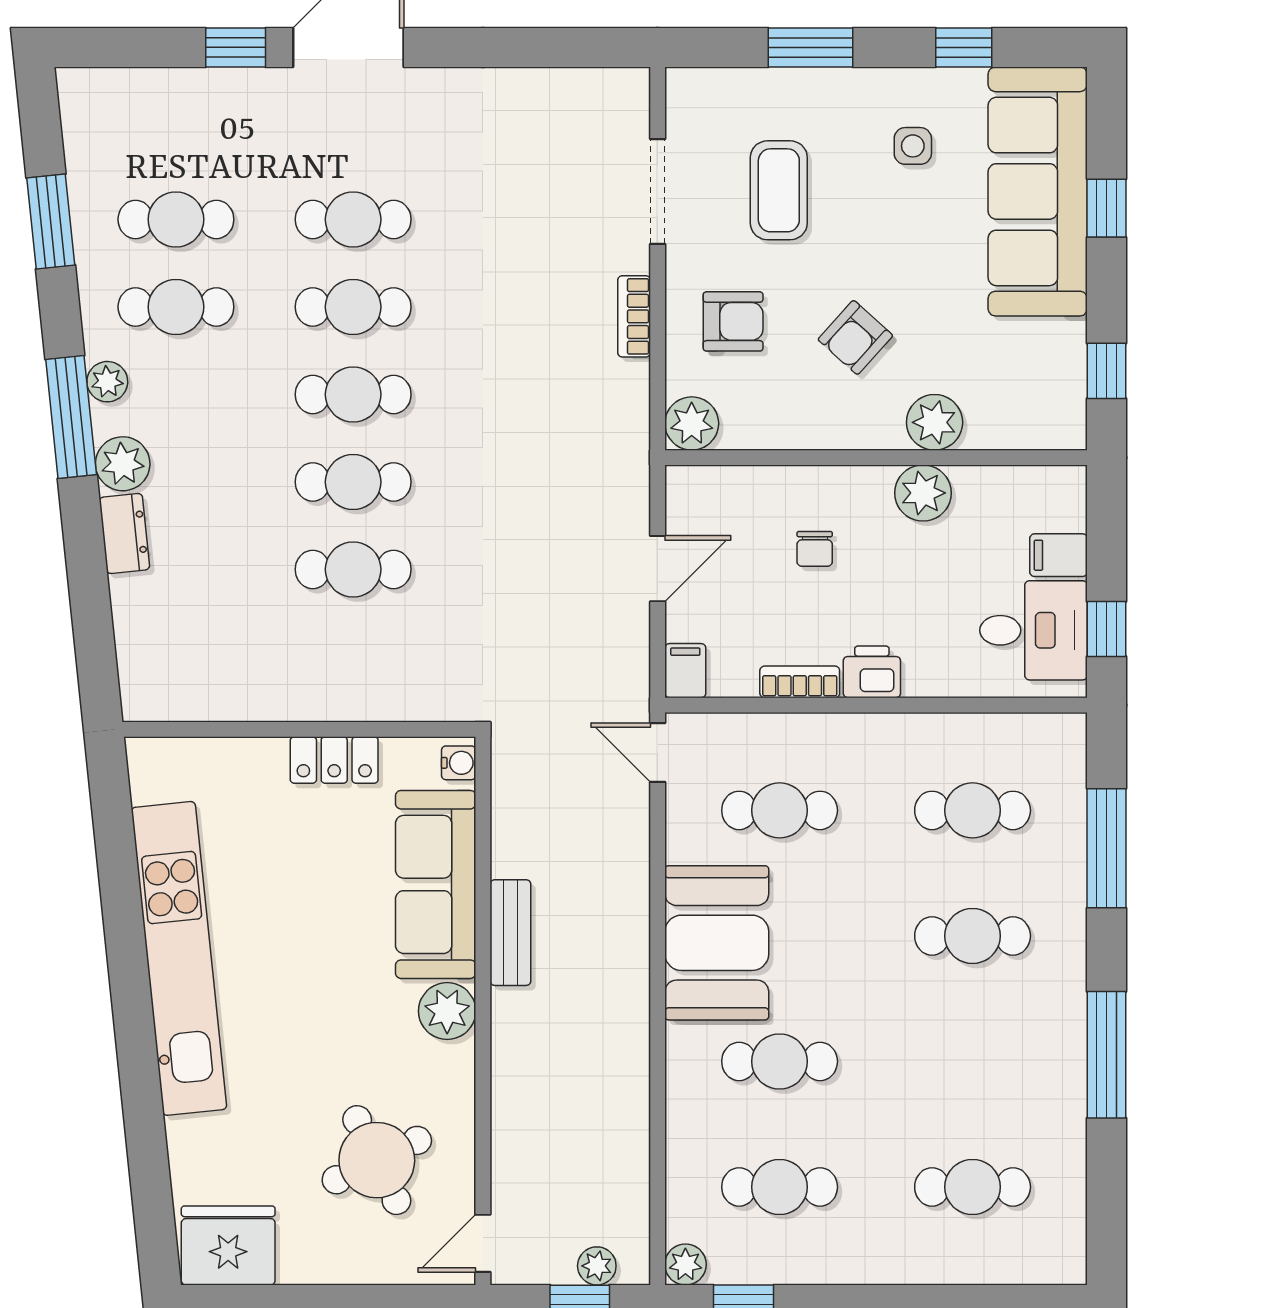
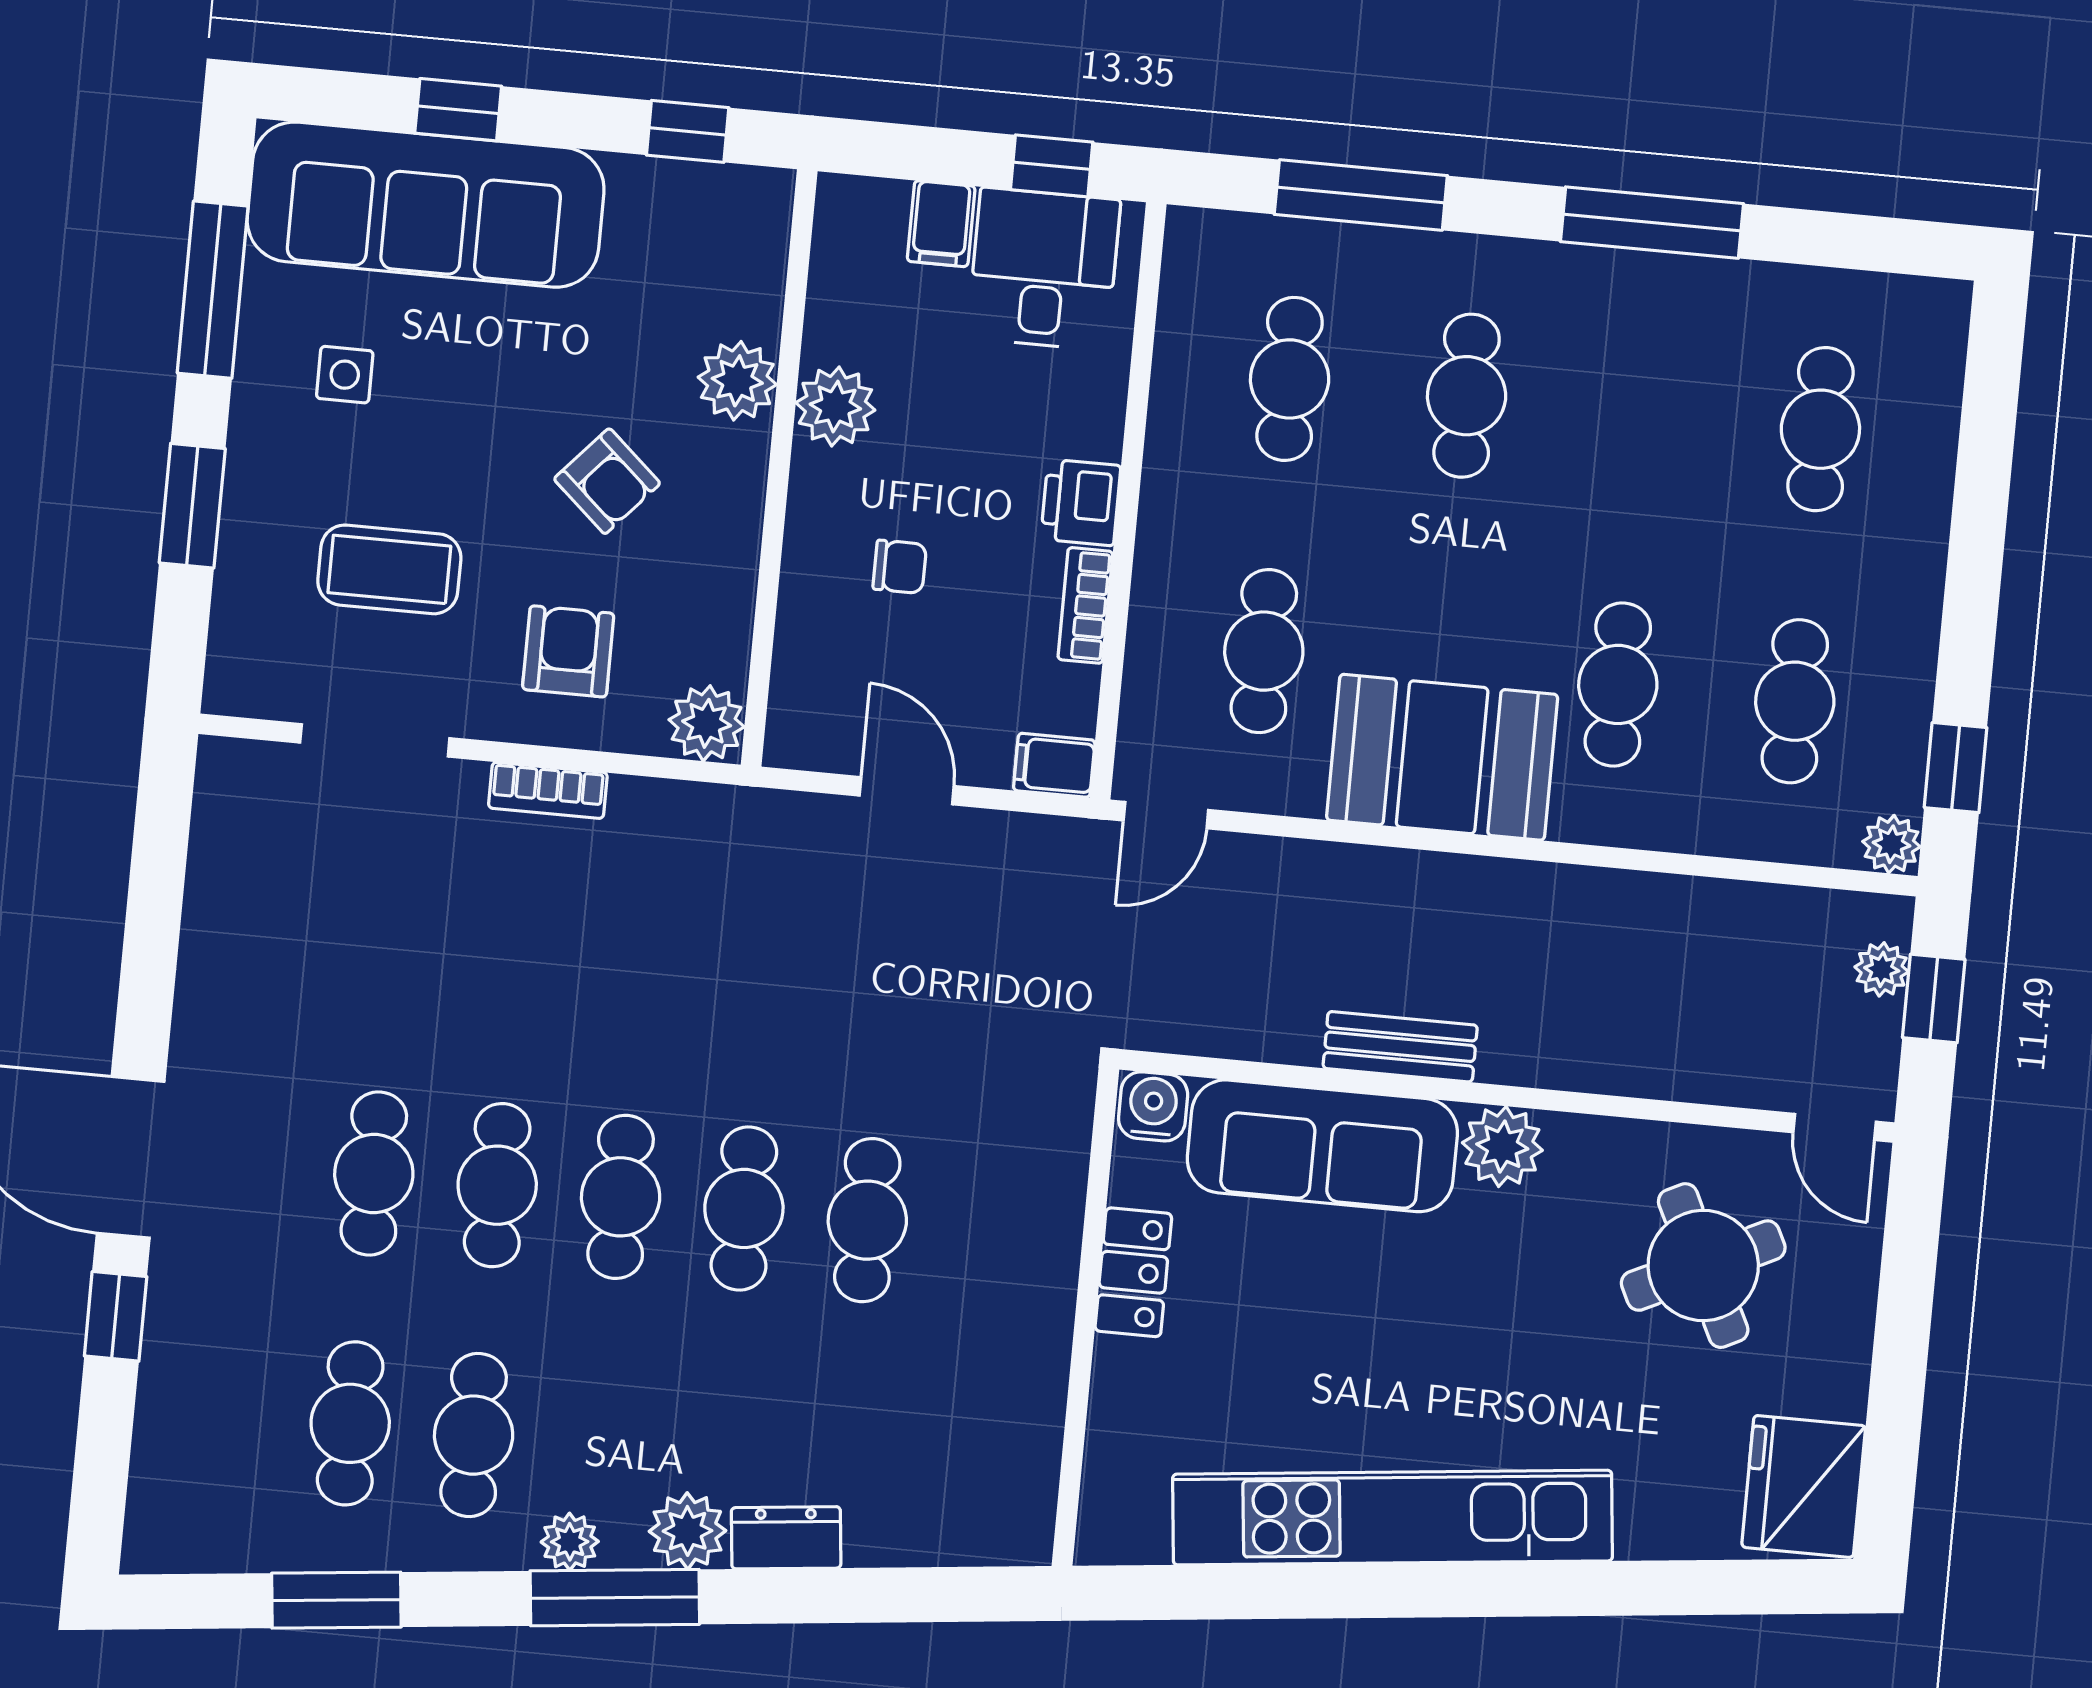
window: (964, 47) -> (213, 290), width x2.17
water cooler: (459, 763) -> (1153, 1106), width x1.38, depth x1.38

